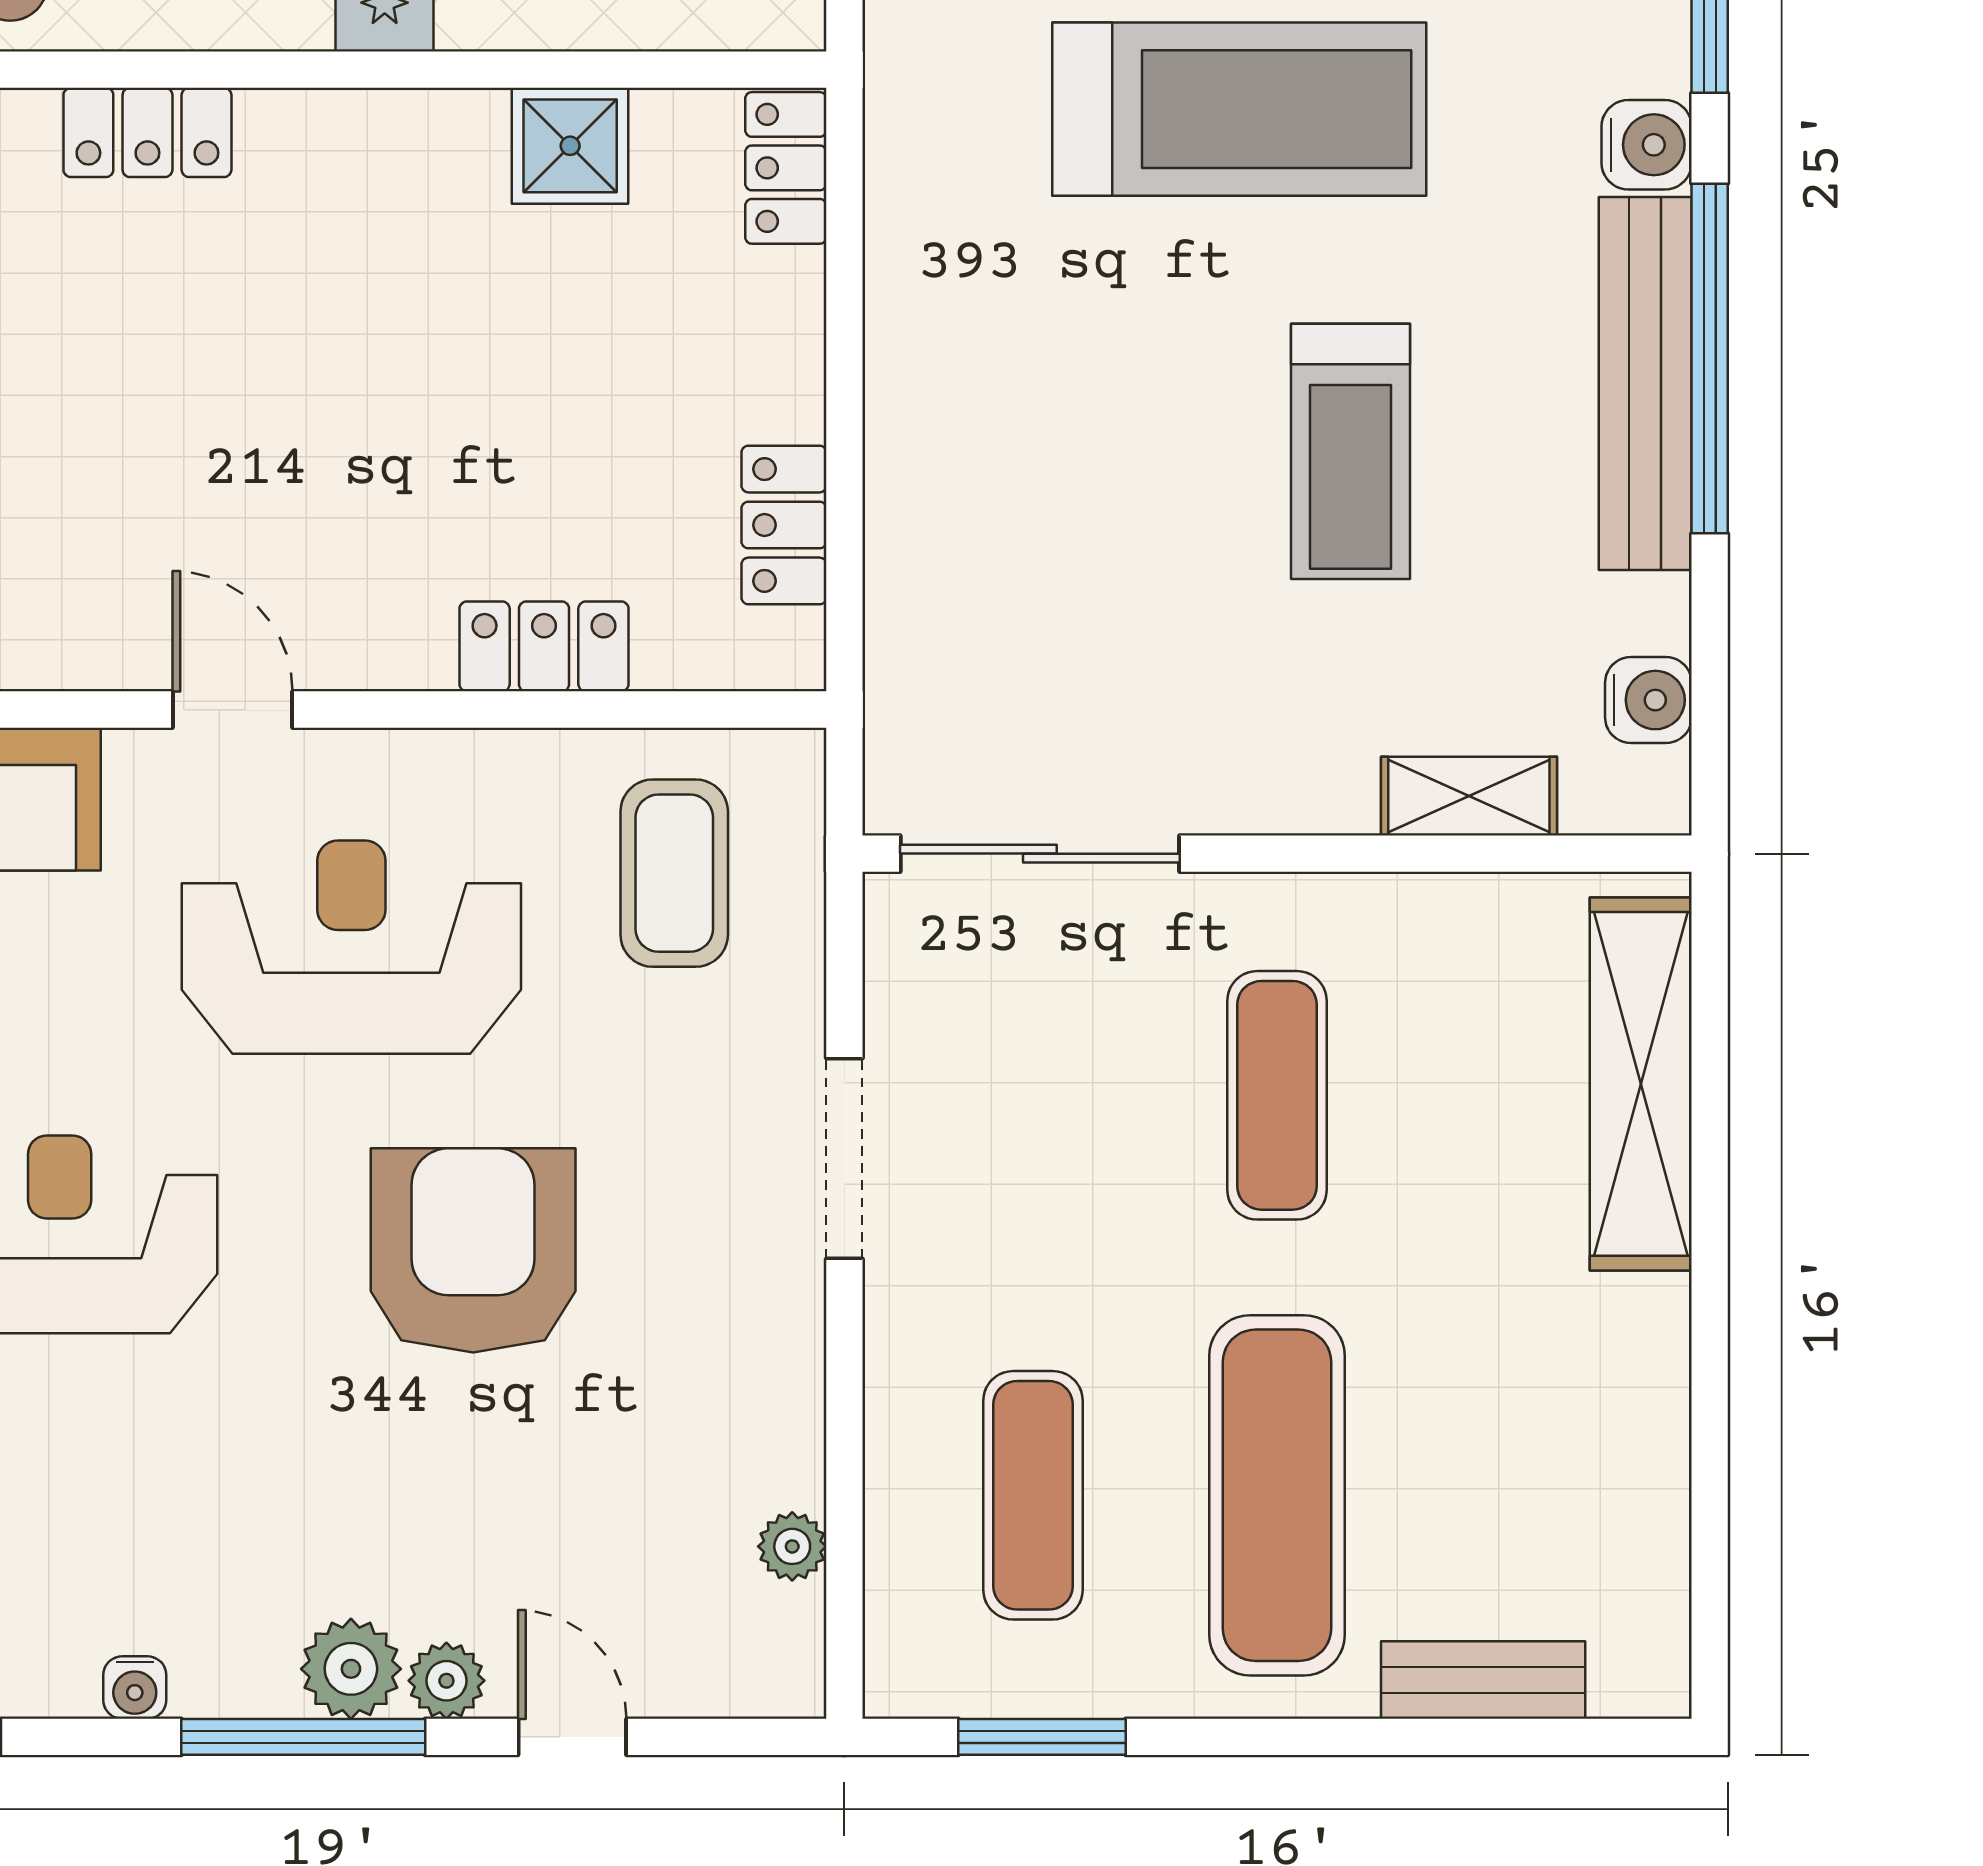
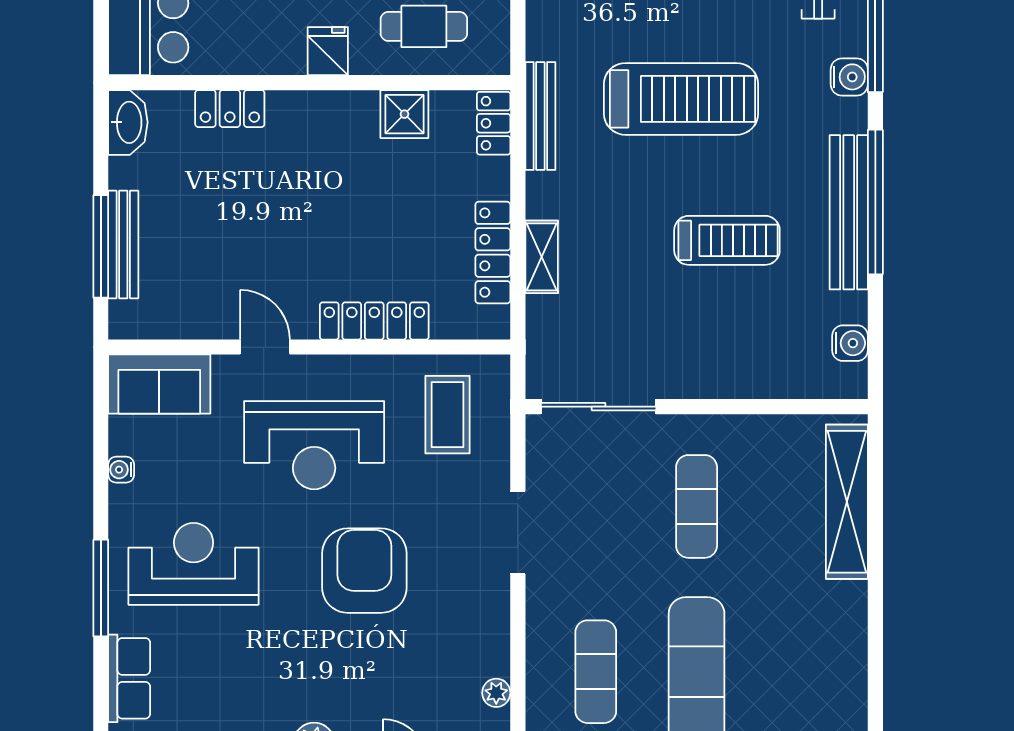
water cooler: (1647, 145) -> (849, 77), moved
bench: (899, 150) -> (540, 116), added
treadmill: (1351, 451) -> (727, 240), turned -90
locker: (784, 525) -> (493, 253), width x1.53
locker: (544, 646) -> (374, 321), width x1.53
shelving: (1469, 796) -> (542, 257), moved, turned 90
reception desk: (351, 947) -> (314, 445), turned 180

